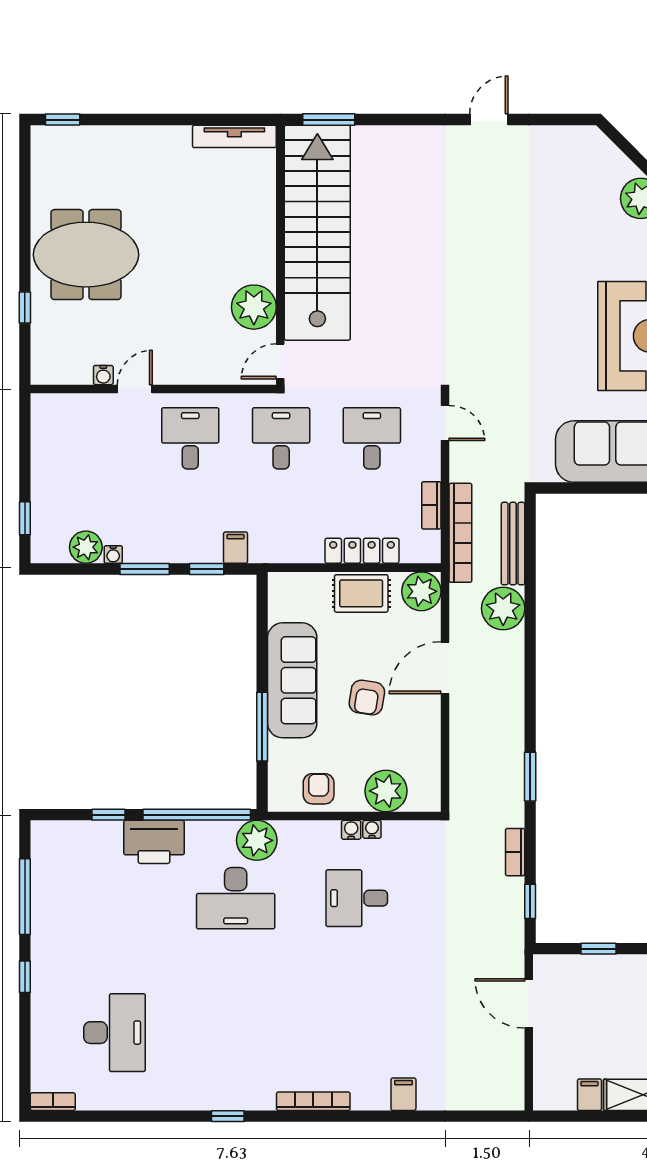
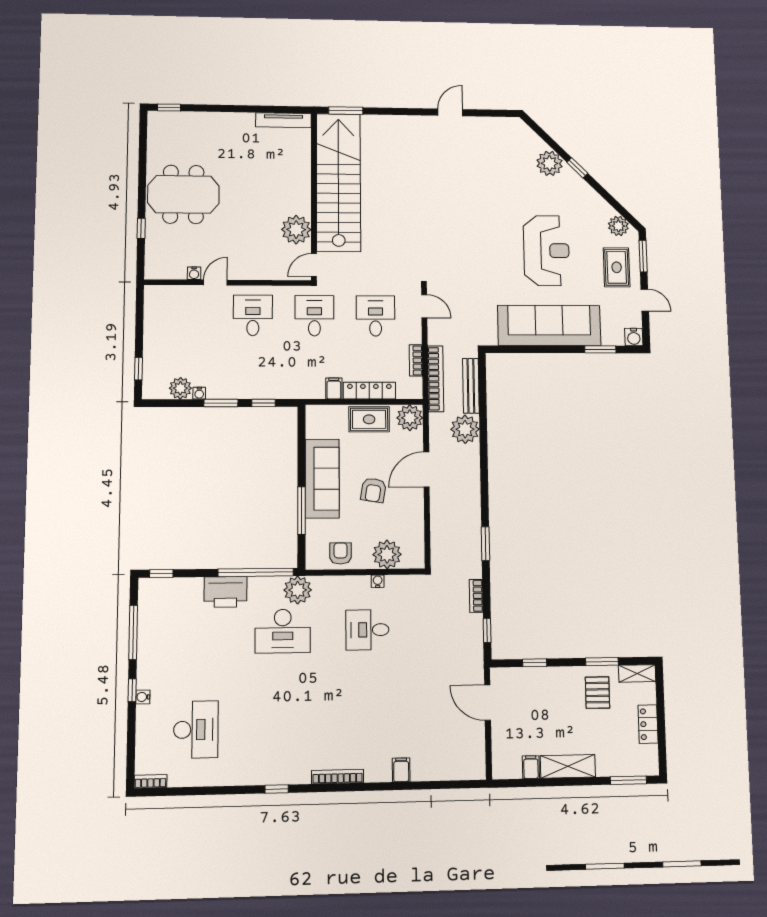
filing cabinet: (236, 548) -> (334, 389), moved
window: (109, 815) -> (161, 574), moved
water cooler: (351, 830) -> (143, 697), moved, turned -90

